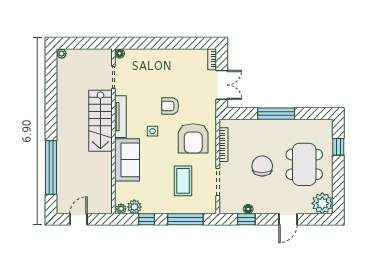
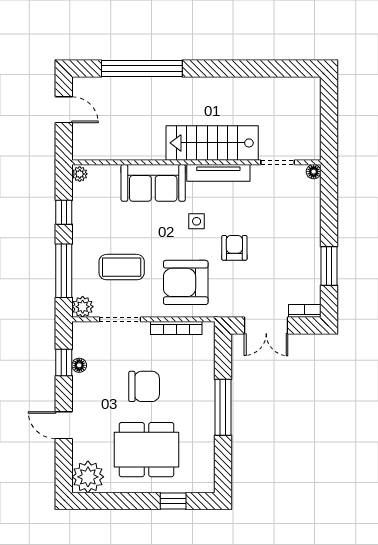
window: (182, 43) -> (329, 266), added
plant: (62, 54) -> (313, 84), removed
plant: (134, 207) -> (83, 307), moved

